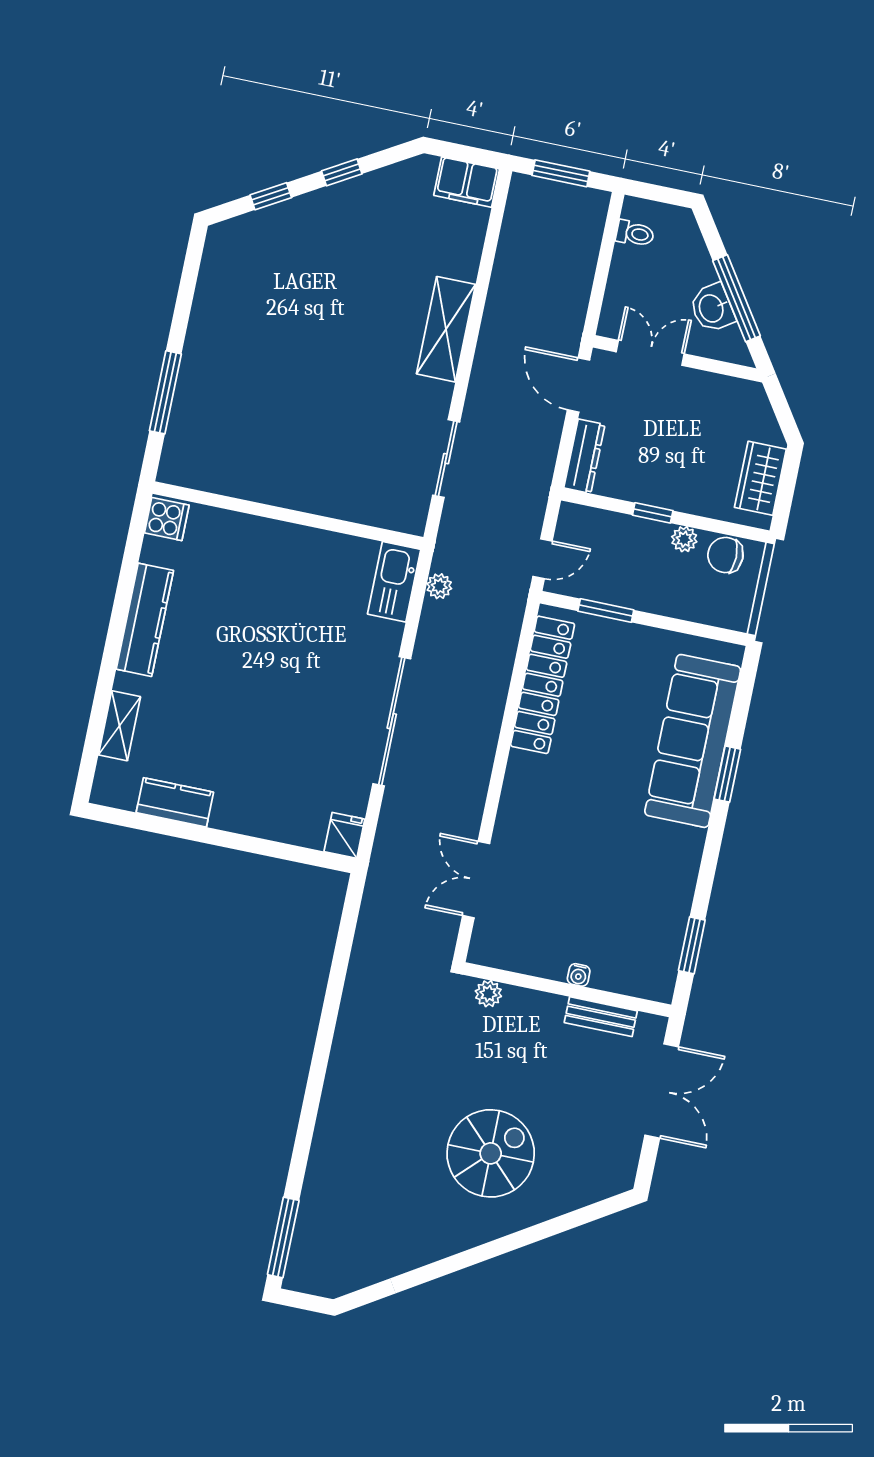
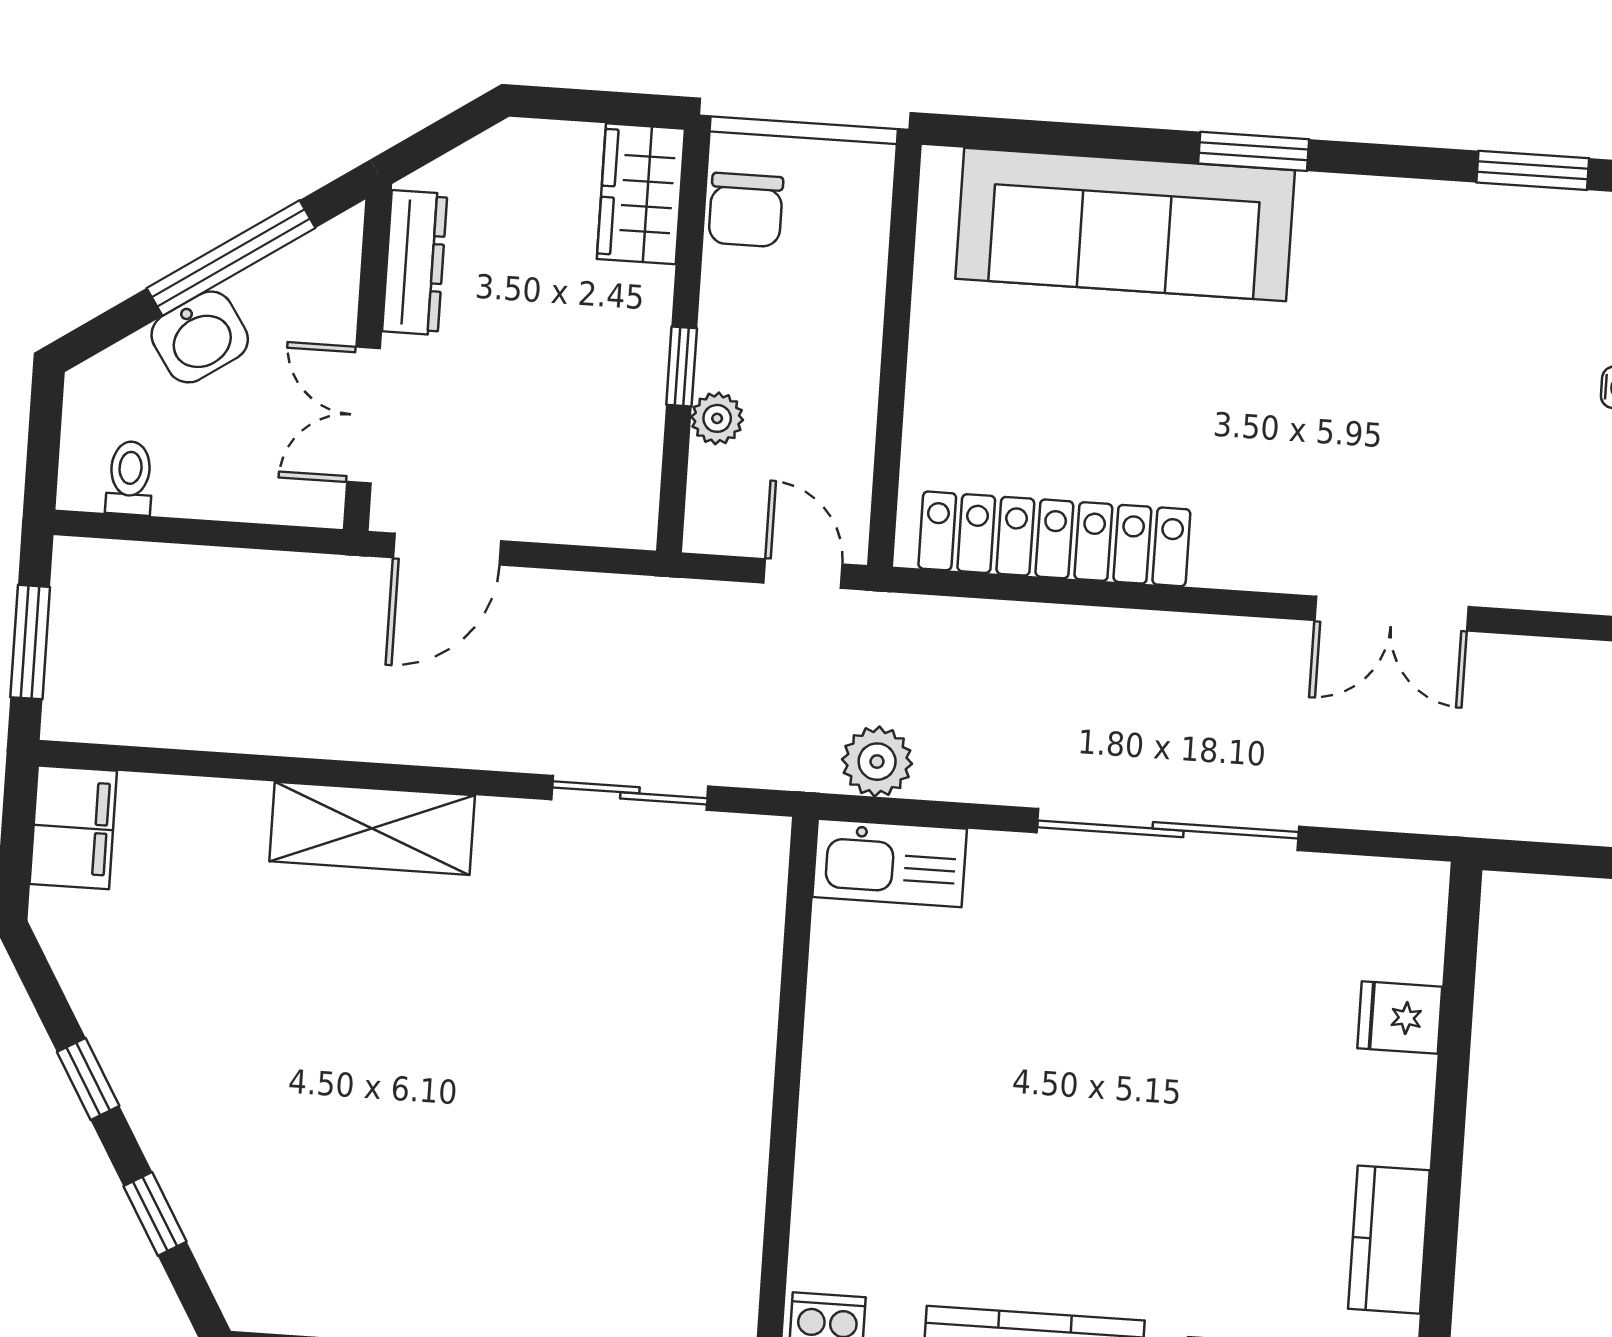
washbasin: (712, 308) -> (200, 337), moved
dresser: (584, 456) -> (415, 263), moved, turned 90
wardrobe: (760, 478) -> (641, 194), moved, turned 90
plant: (684, 539) -> (717, 418), moved
plant: (439, 586) -> (877, 762), width x1.38, depth x1.38
window: (606, 611) -> (889, 433), removed
window: (727, 774) -> (1254, 151), moved
fridge: (344, 835) -> (1400, 1018), moved
double door: (476, 880) -> (1391, 614), moved

